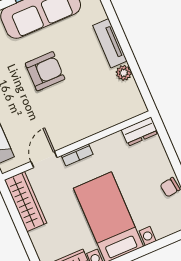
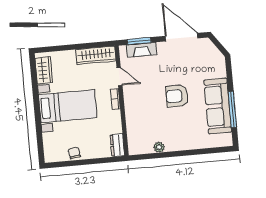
tv unit: (110, 43) -> (181, 144), removed
armchair: (45, 71) -> (177, 96), turned 90

